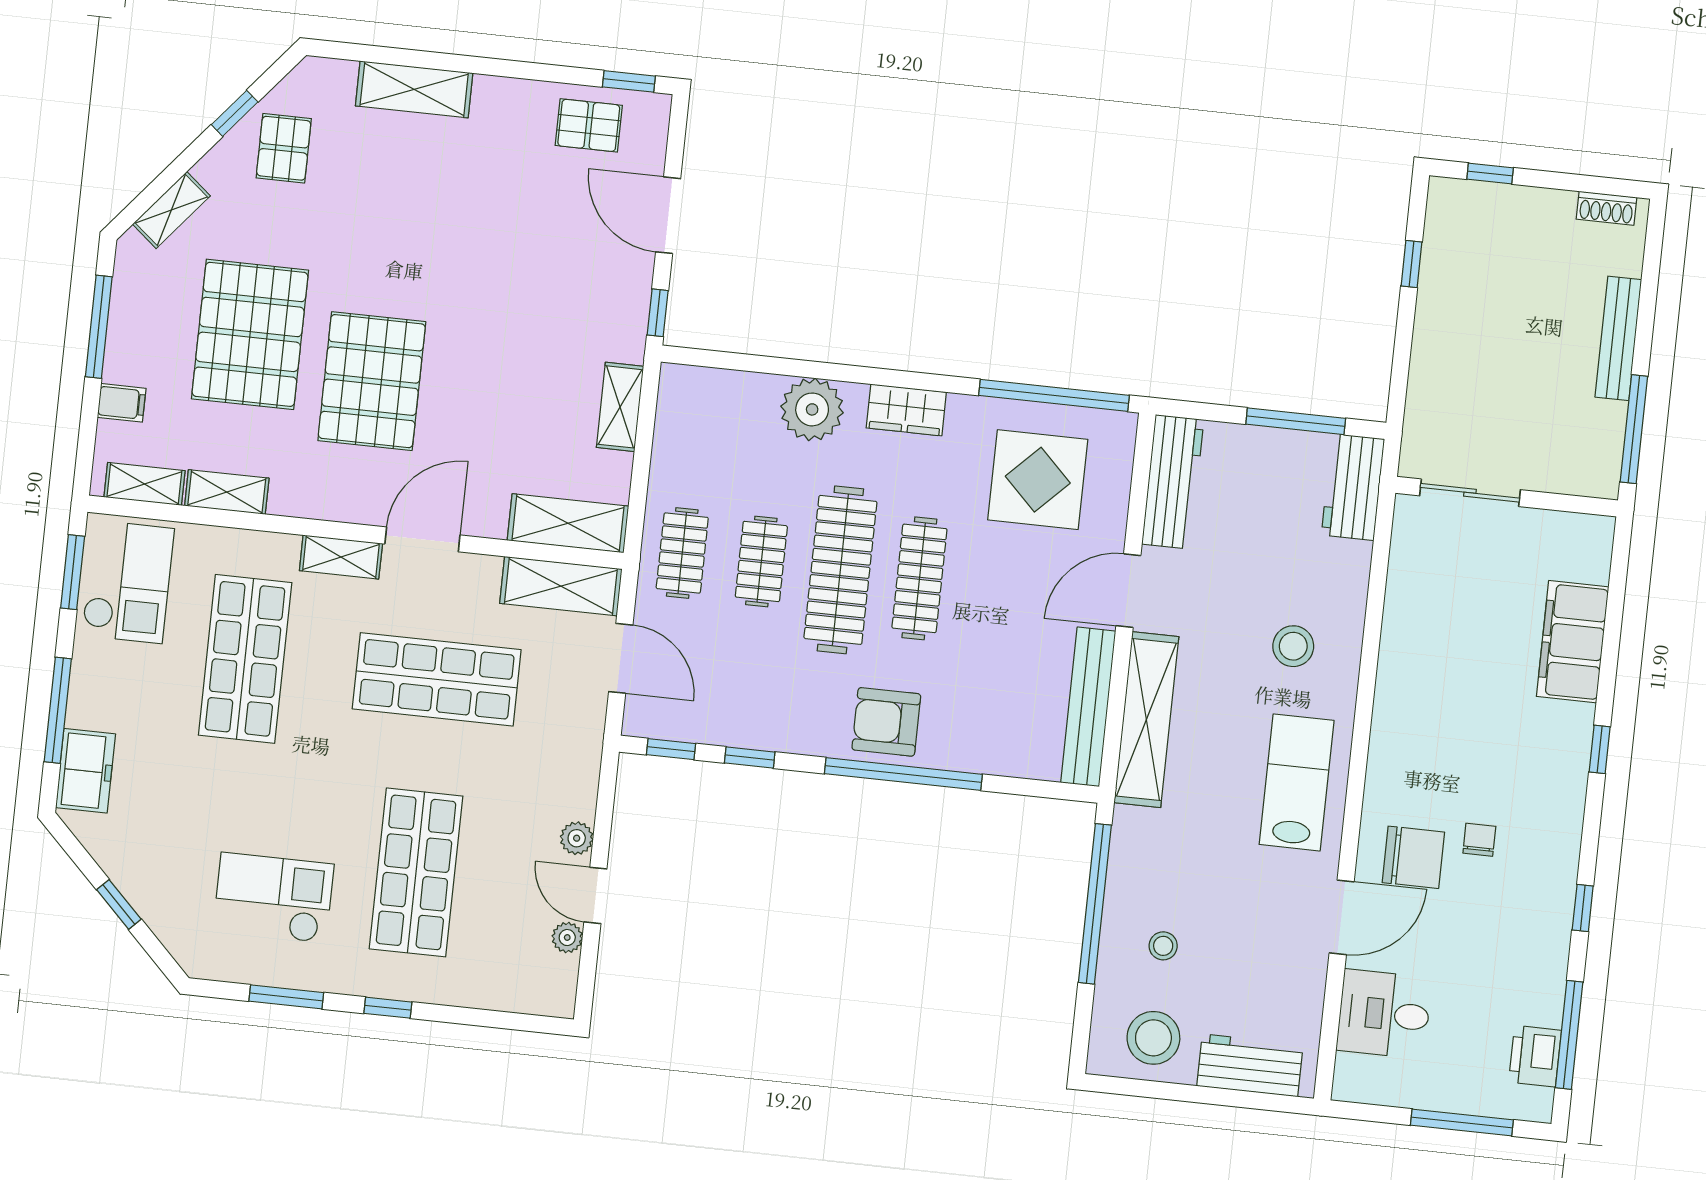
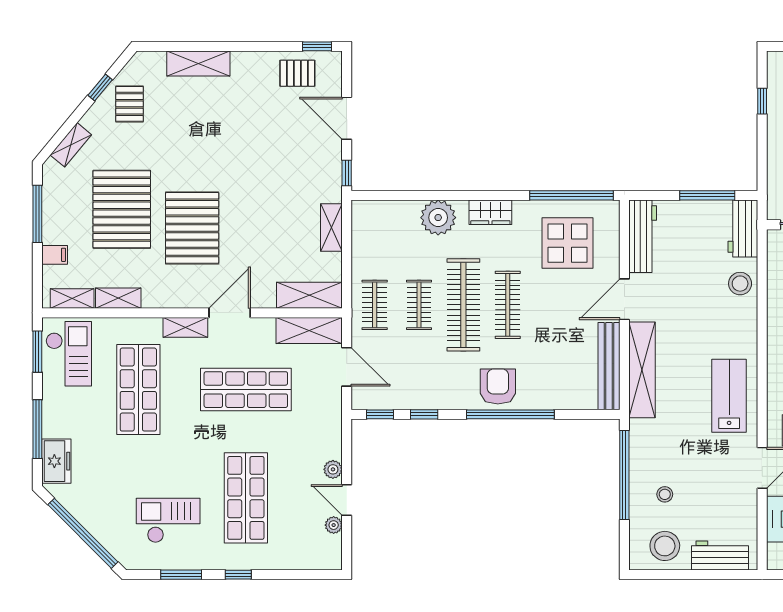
stool: (1293, 646) -> (740, 284), moved
armchair: (886, 722) -> (498, 386), turned 90
window: (119, 904) -> (83, 533), width x3.17

